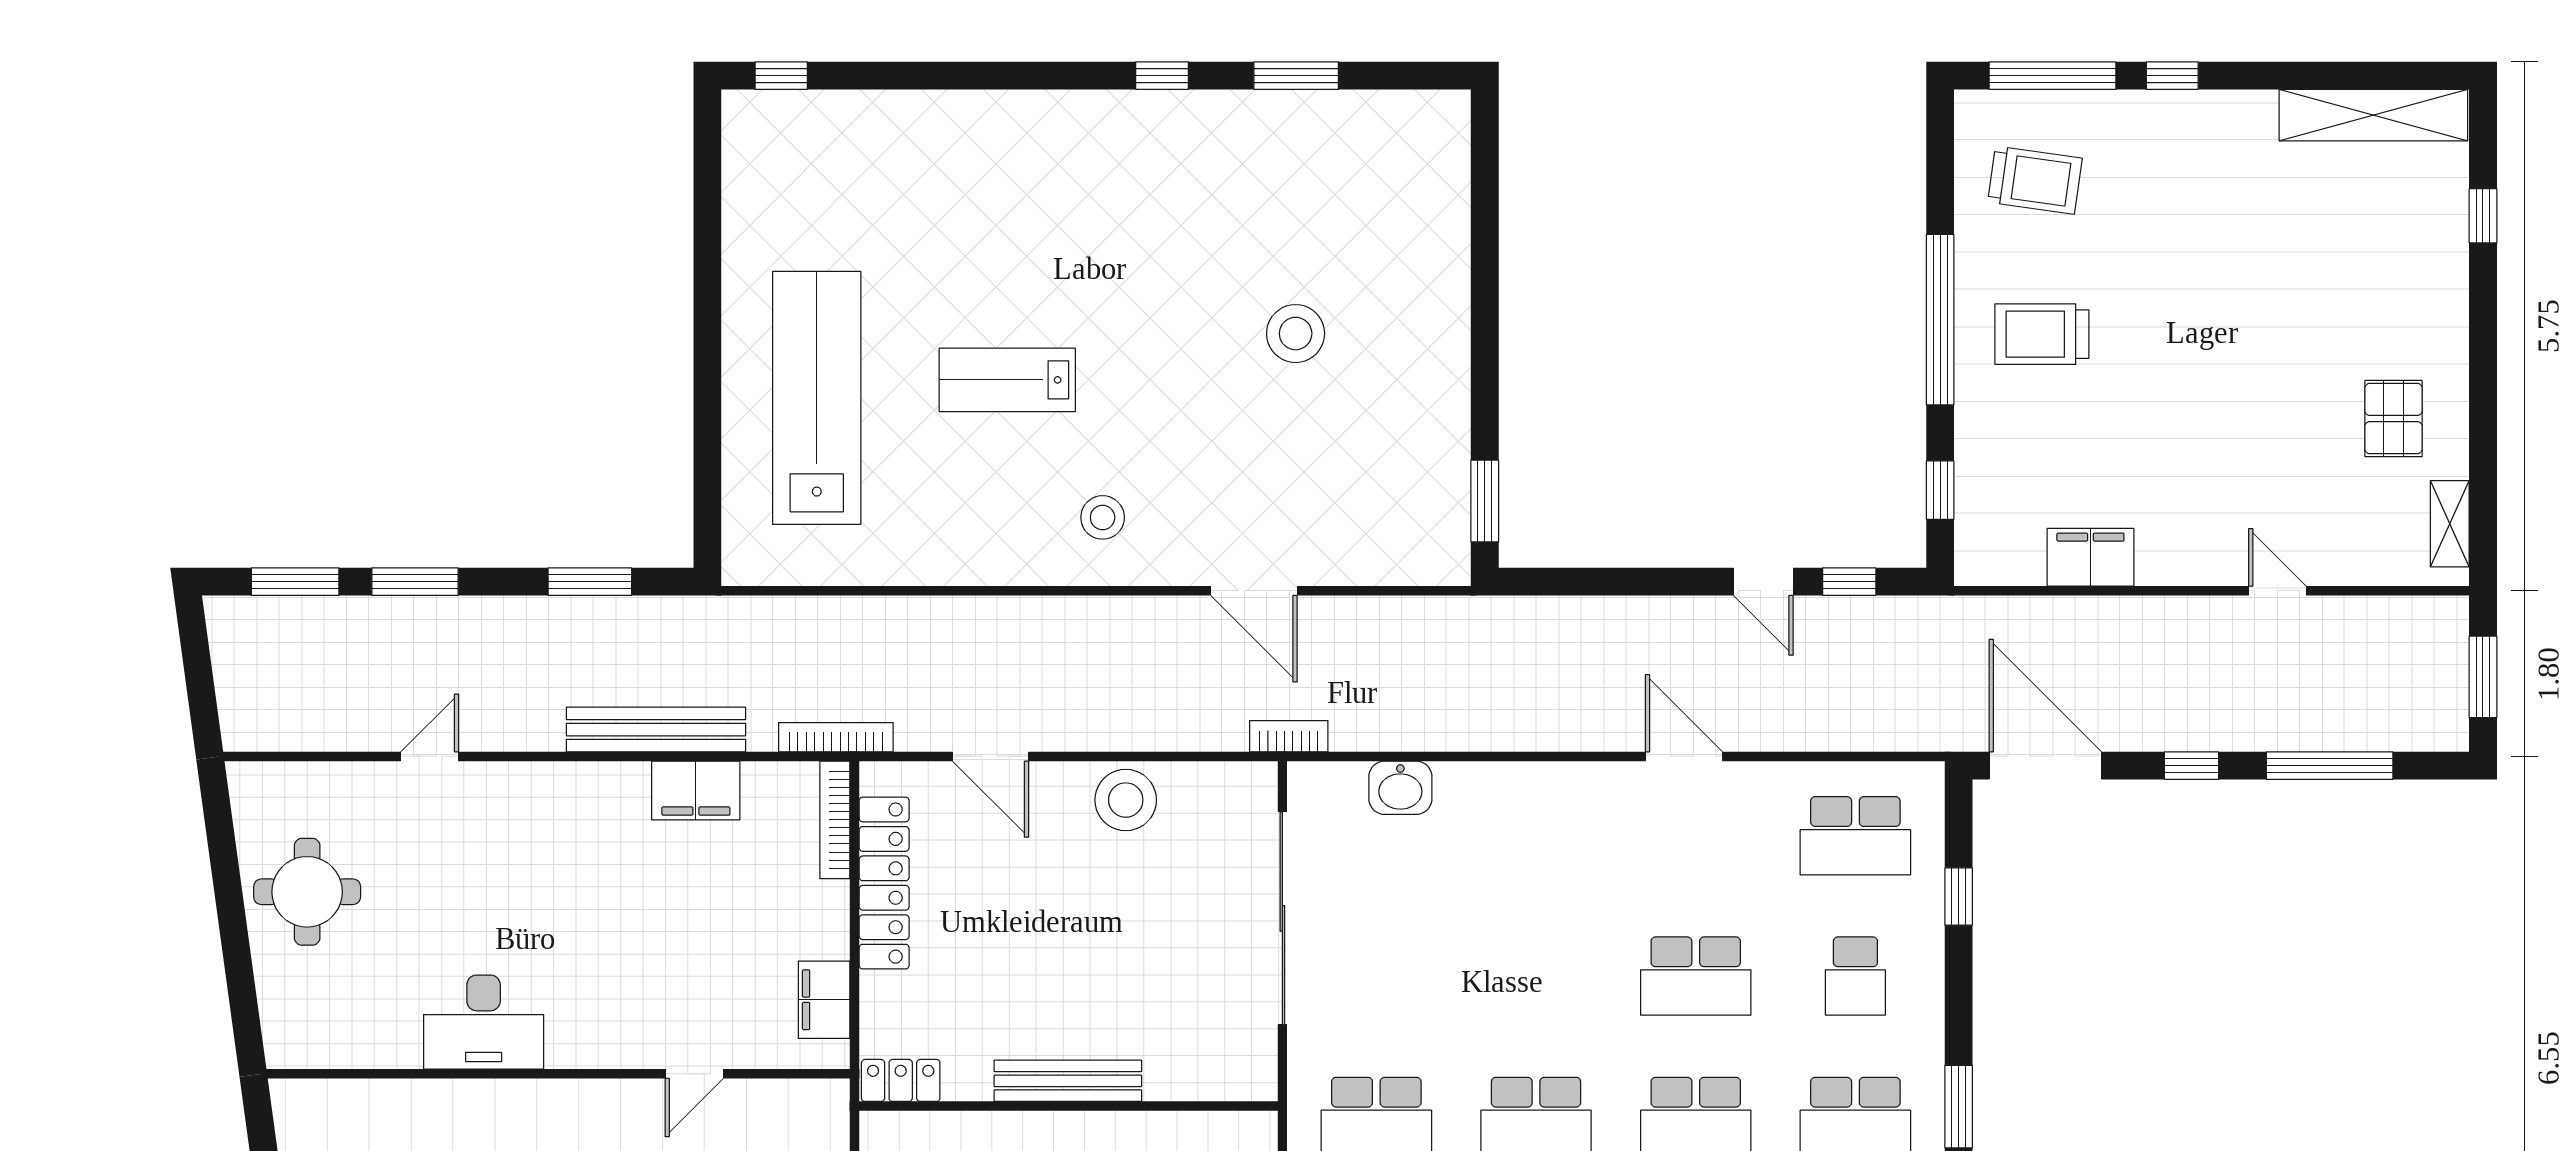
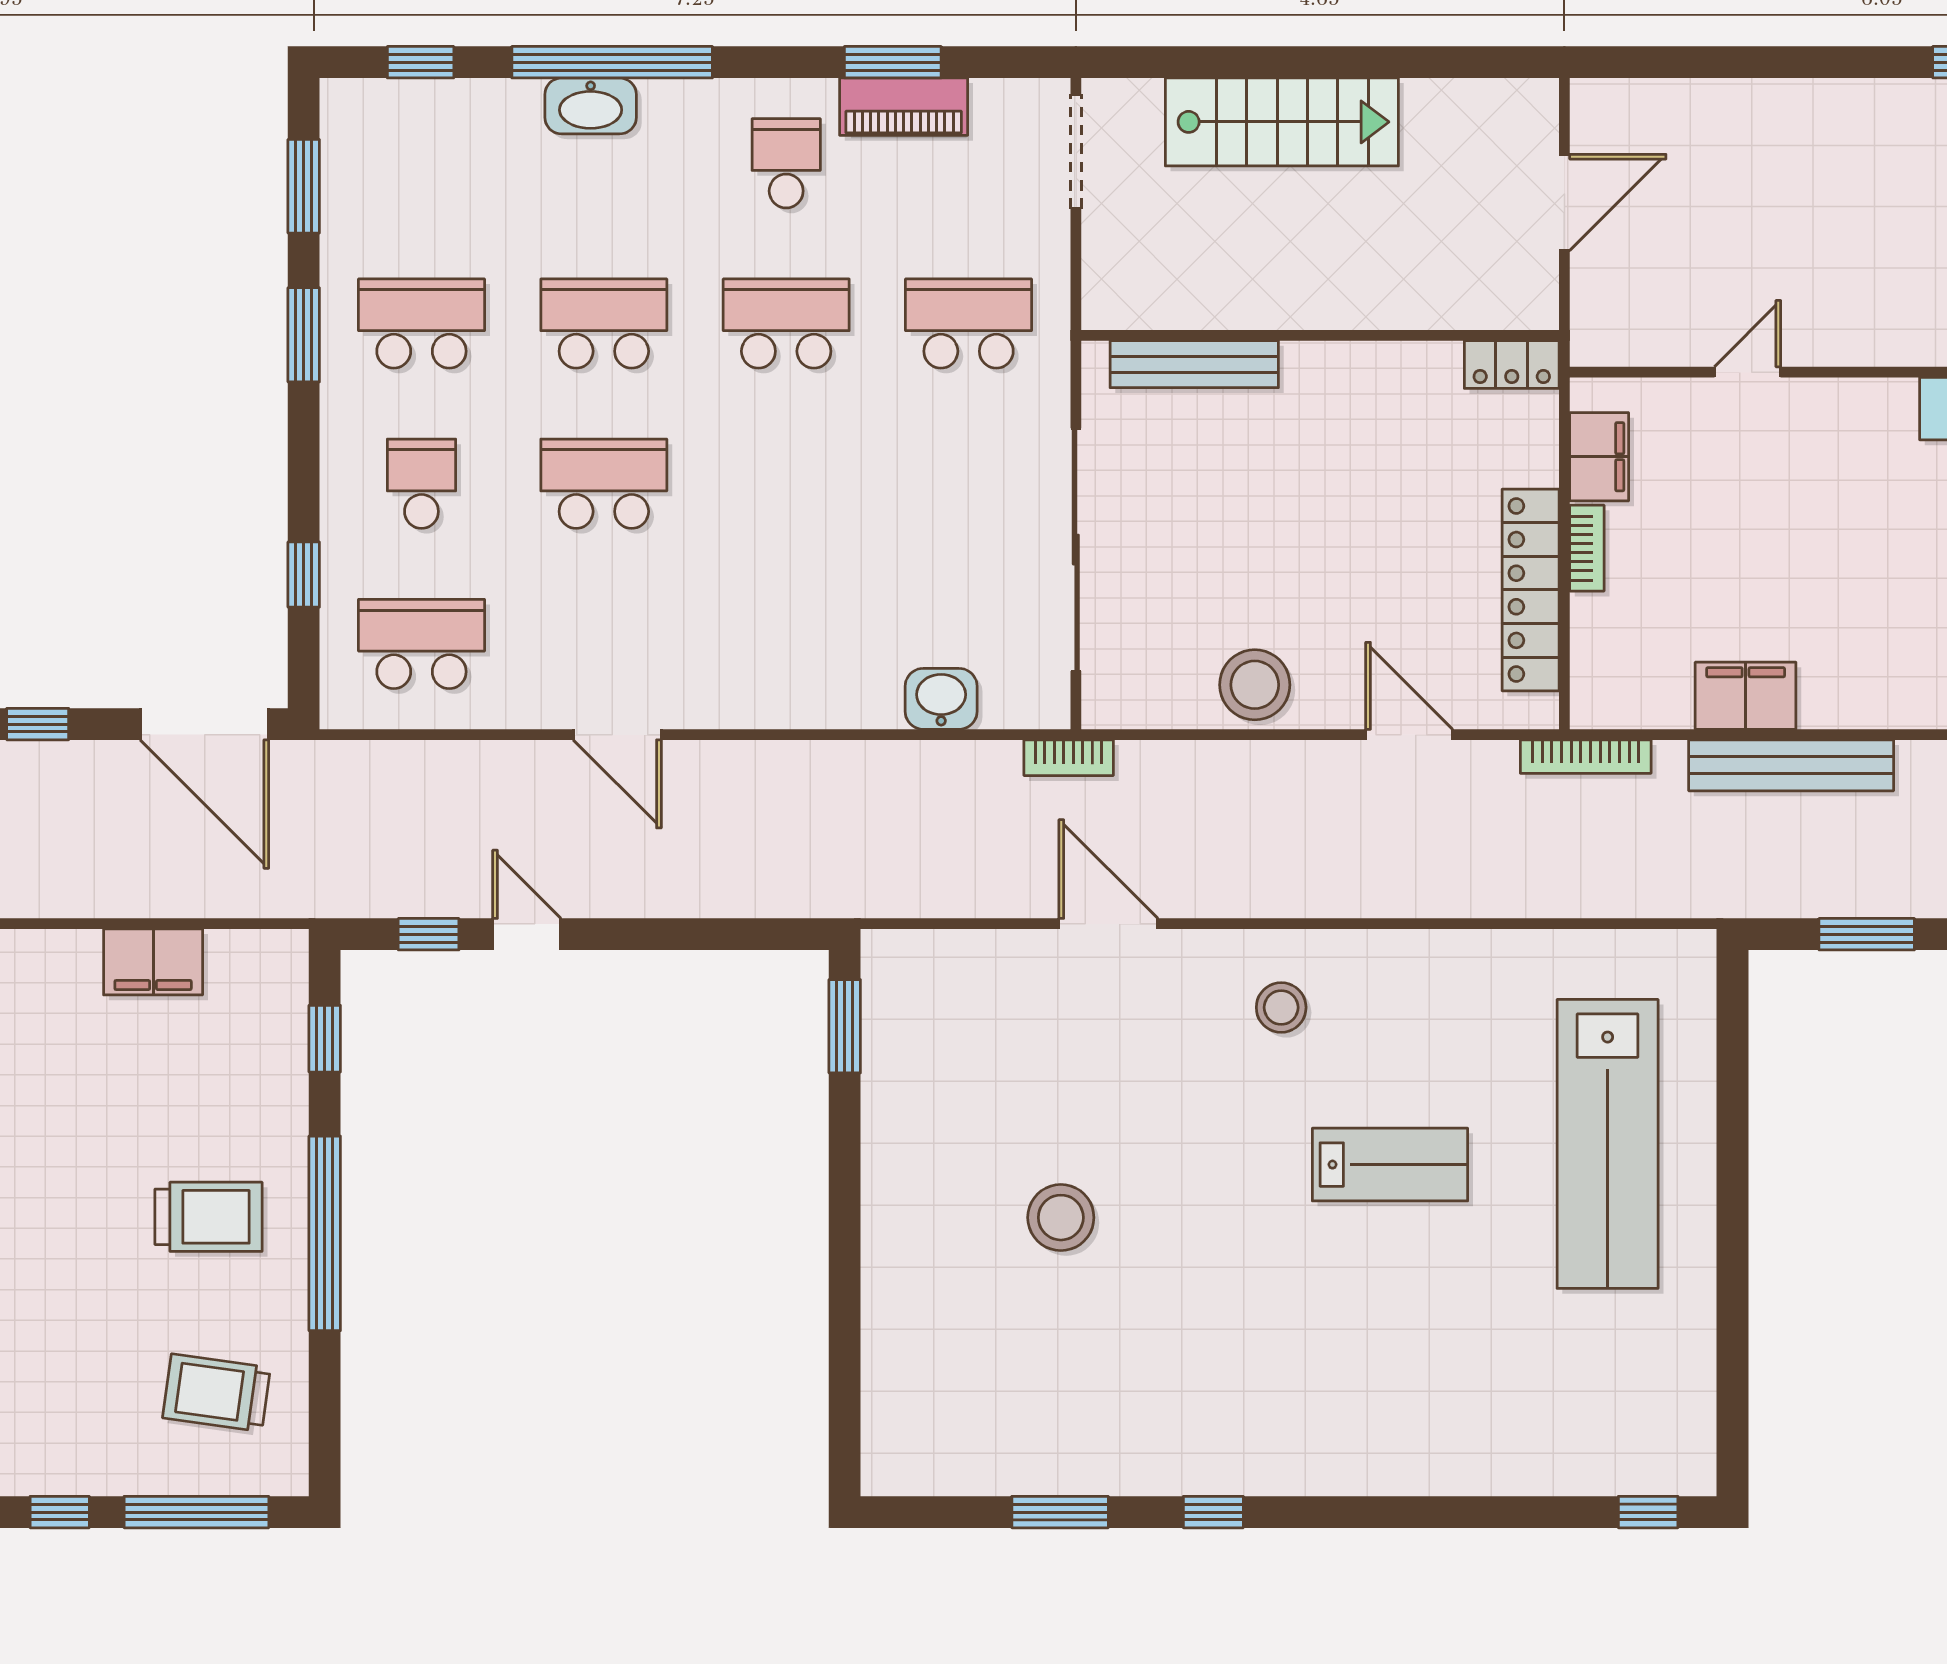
bookcase: (835, 820) -> (1587, 548), moved, width x0.64
bench: (1068, 1081) -> (1194, 364), moved

